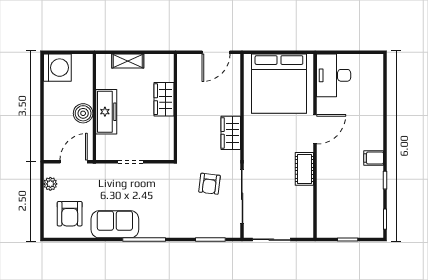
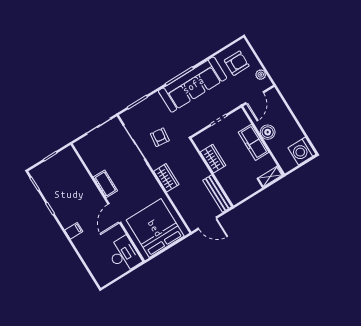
door: (216, 52) -> (207, 223), swing flipped
shelving: (128, 61) -> (270, 177), moved
bench: (184, 79) -> (217, 193), added
wardrobe: (164, 99) -> (213, 159), moved
filing cabinet: (374, 158) -> (74, 231), moved
armchair: (70, 214) -> (237, 63), turned 90
sofa: (115, 224) -> (193, 85), width x1.85, depth x1.27

